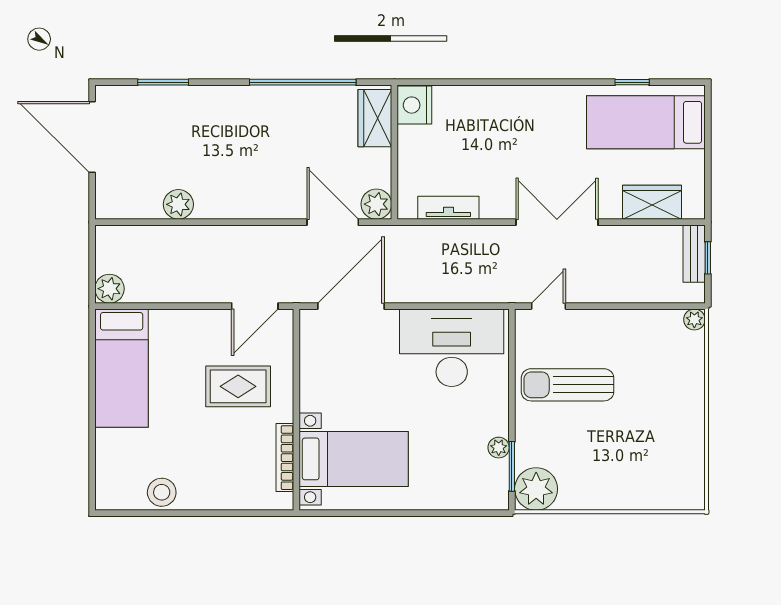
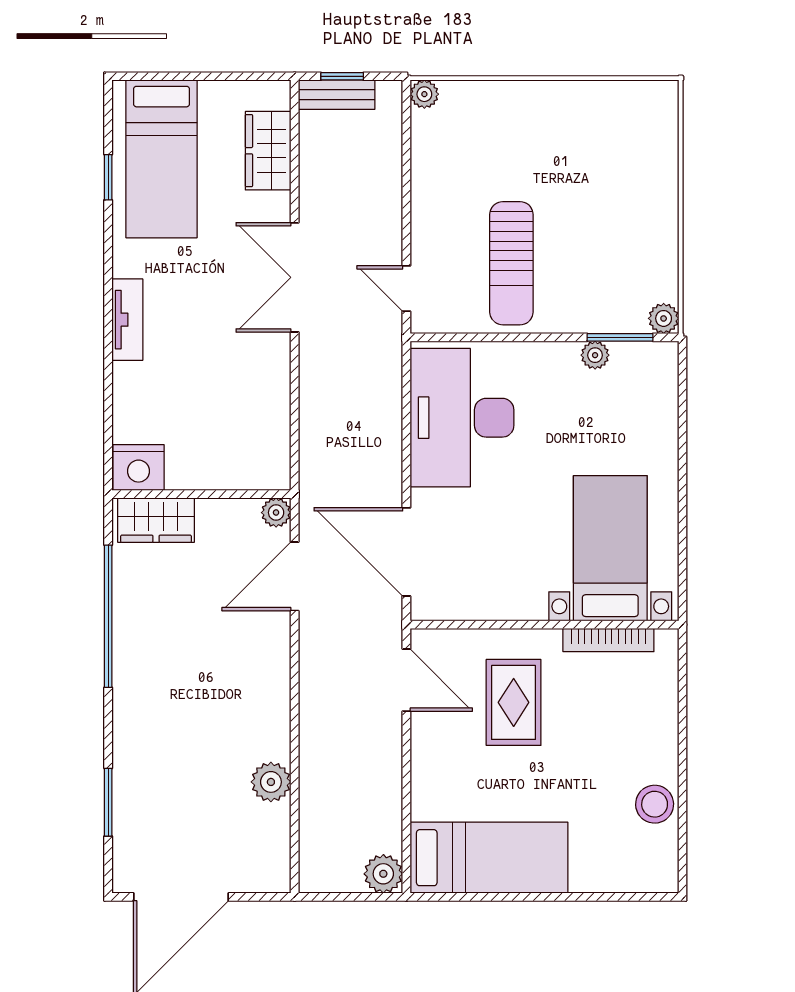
plant: (376, 204) -> (276, 513), width x0.73, depth x0.73
tv unit: (448, 208) -> (127, 320), moved, turned 180
plant: (536, 489) -> (664, 318), width x0.53, depth x0.53

